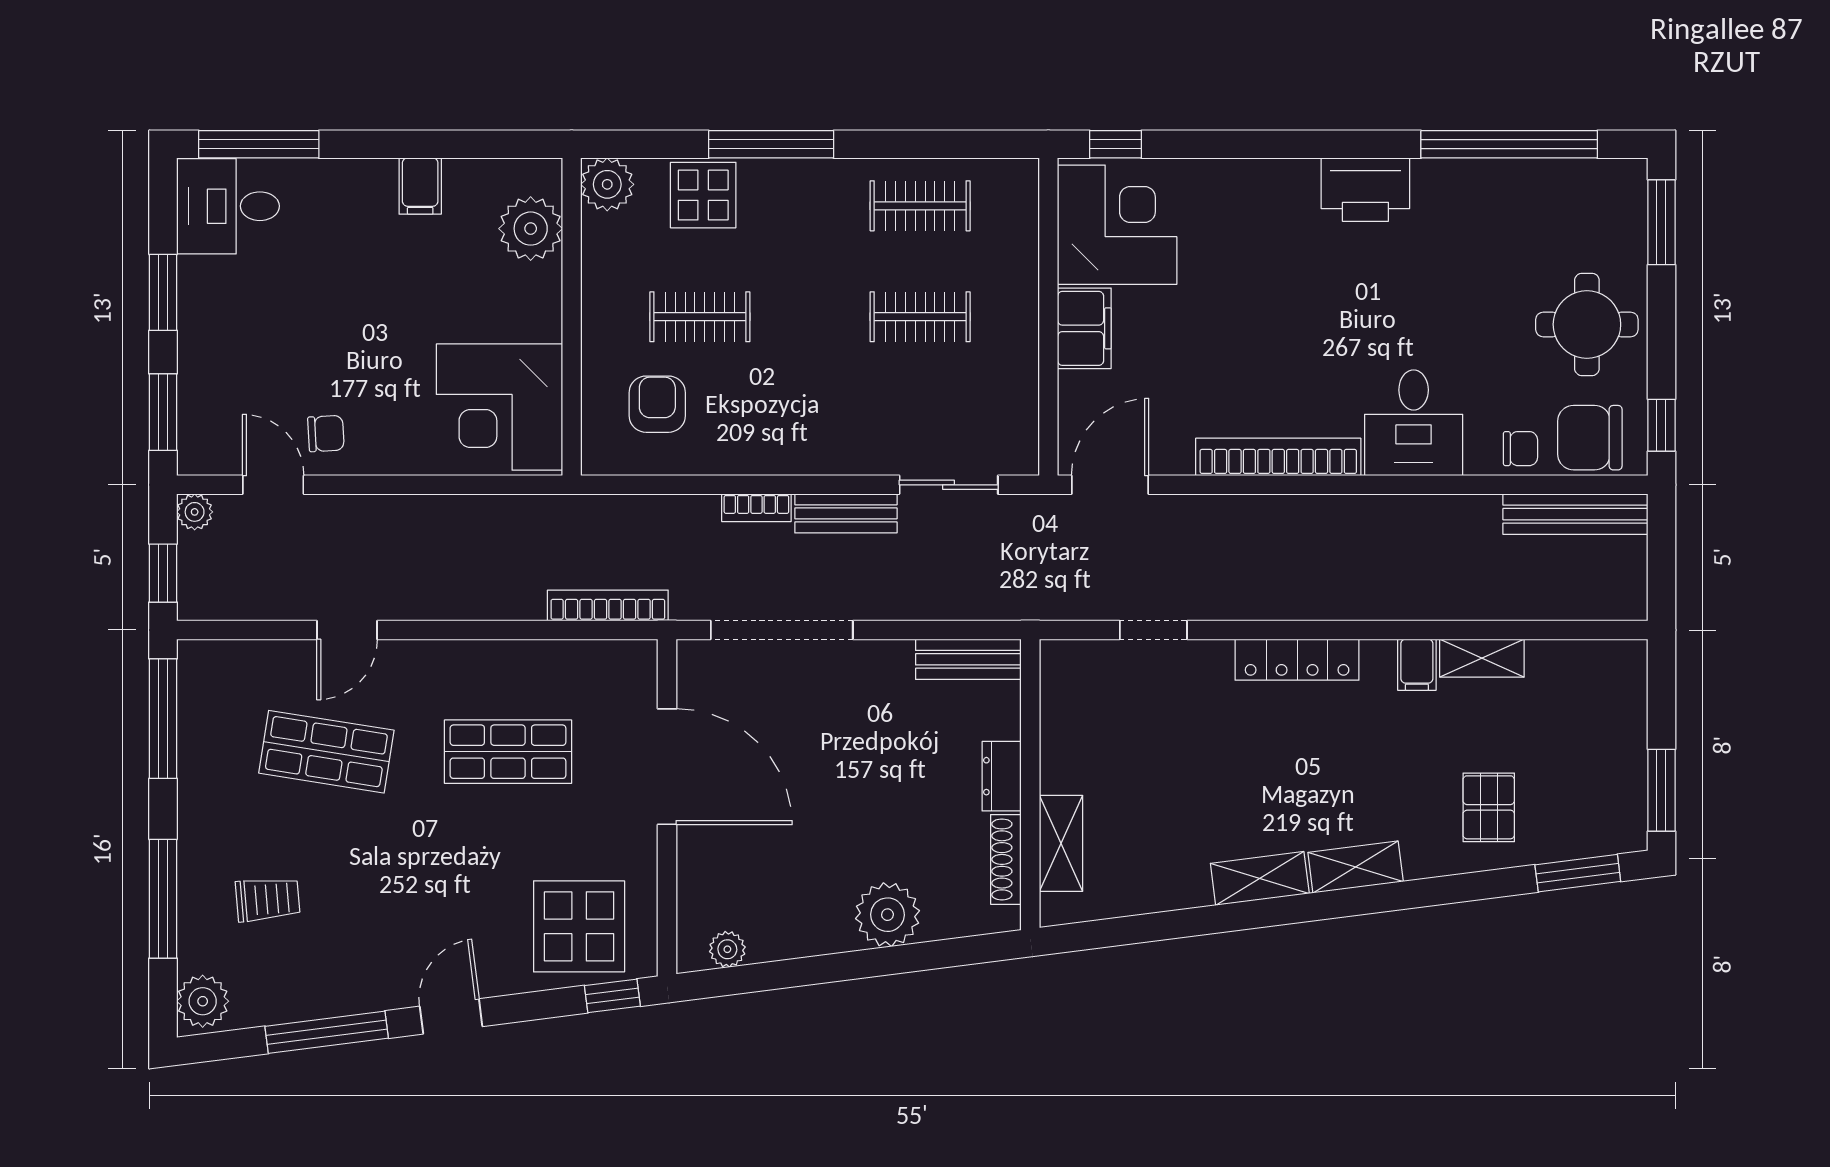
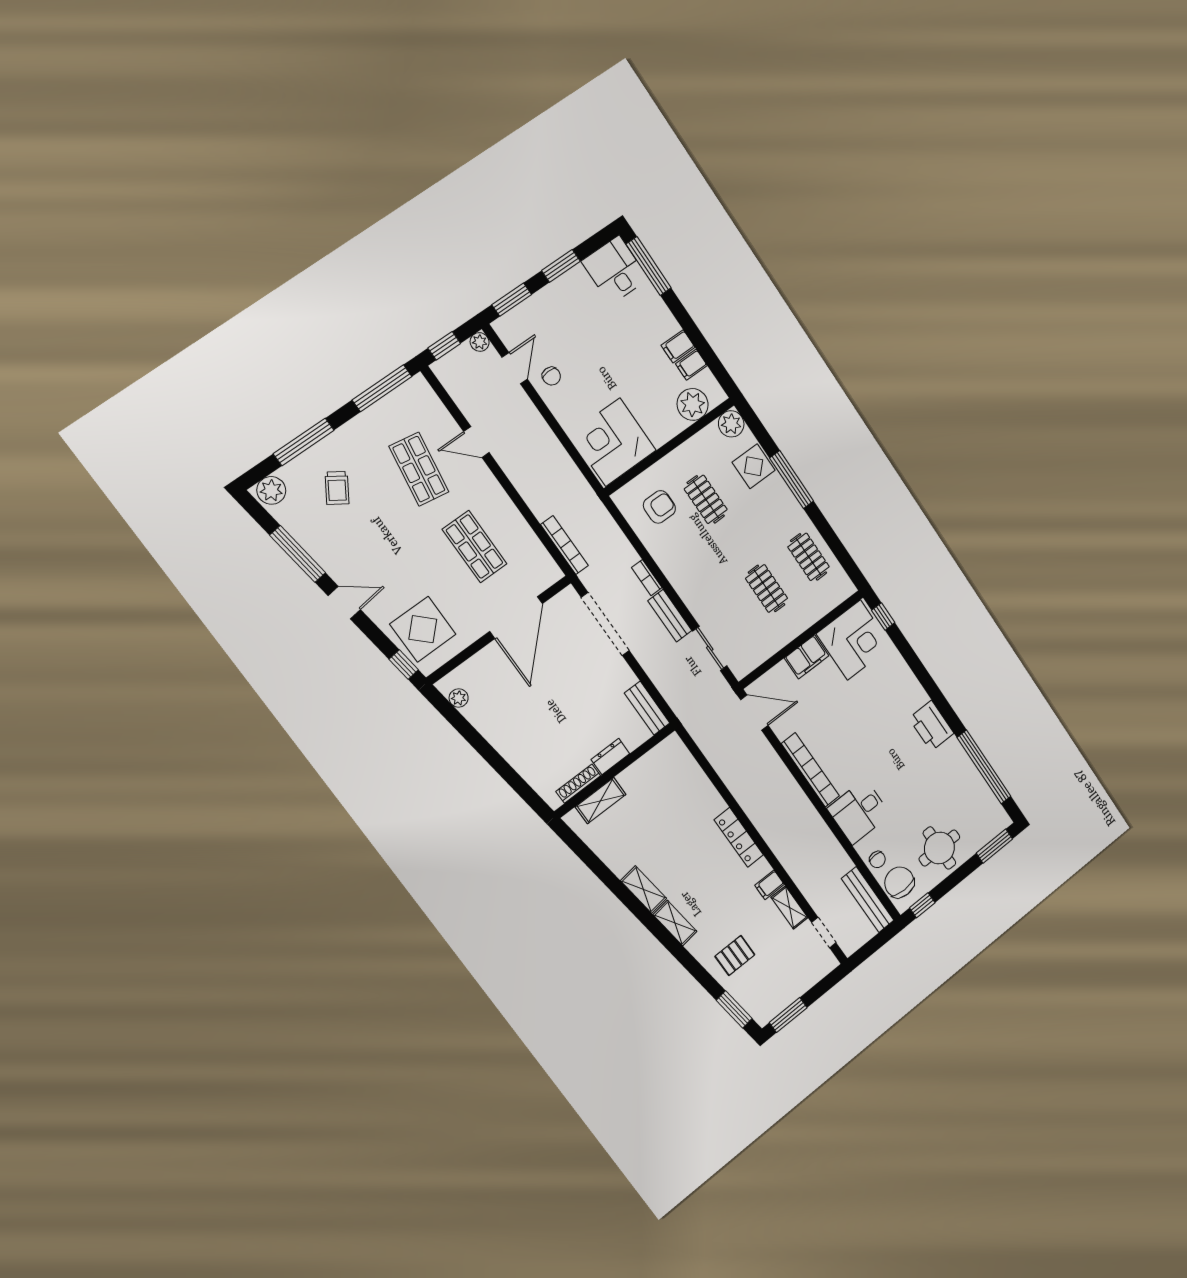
filing cabinet: (465, 184) -> (691, 365), added
doorway: (1153, 630) -> (824, 933), moved
trolley: (268, 899) -> (337, 488), turned 38
plant: (887, 915) -> (521, 753), removed

